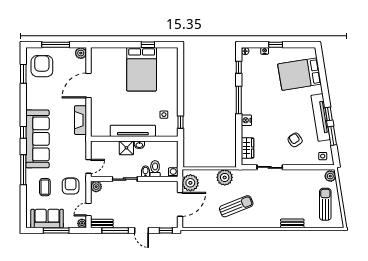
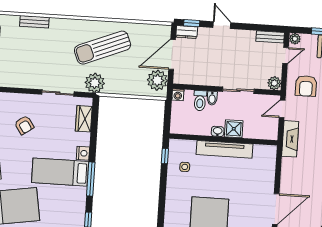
bed: (264, 104) -> (60, 172), added
fireplace: (81, 120) -> (290, 139), moved
plant: (225, 177) -> (95, 83), moved
sun lounger: (236, 206) -> (103, 48), width x1.36, depth x1.34
dresser: (169, 223) -> (187, 32), added
window: (115, 230) -> (254, 27), removed

